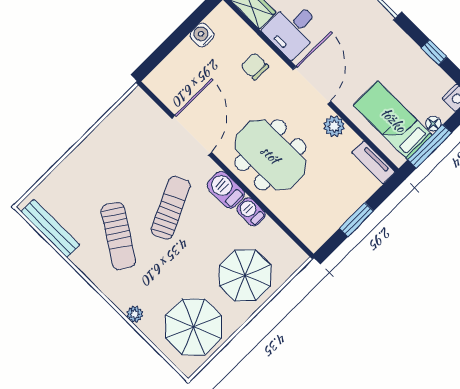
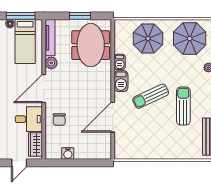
meeting table: (270, 155) -> (91, 45), moved
tv unit: (373, 162) -> (50, 38), width x1.41
sun lounger: (118, 236) -> (183, 106), turned -33

